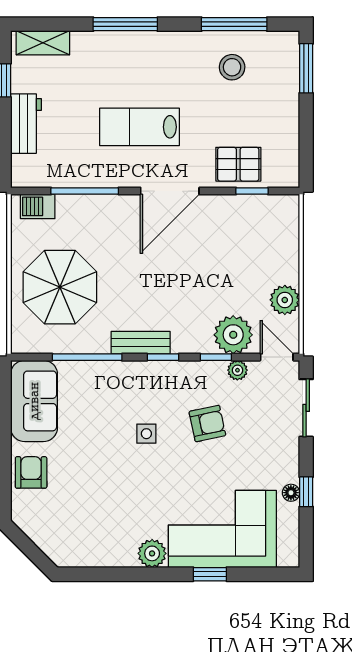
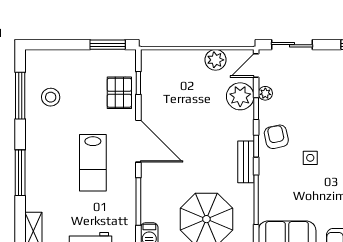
window: (306, 68) -> (108, 45), moved
armchair: (207, 424) -> (276, 137), moved

